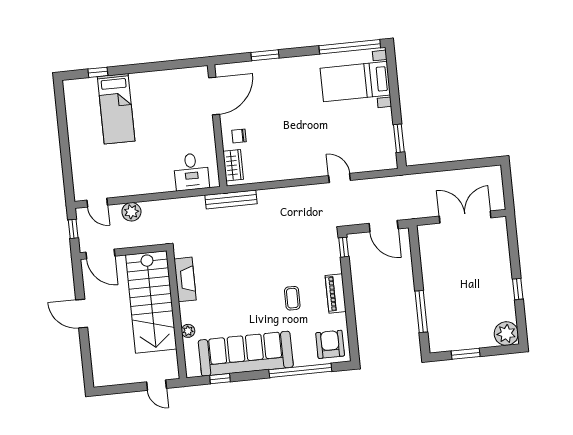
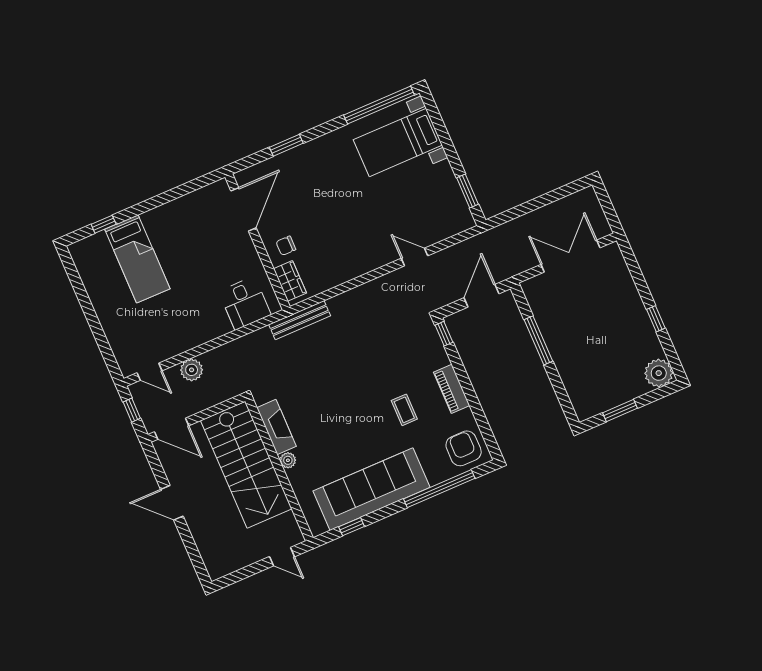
door: (384, 226) -> (482, 296), swing flipped
window: (421, 312) -> (538, 340), moved
plant: (188, 331) -> (288, 460), moved

